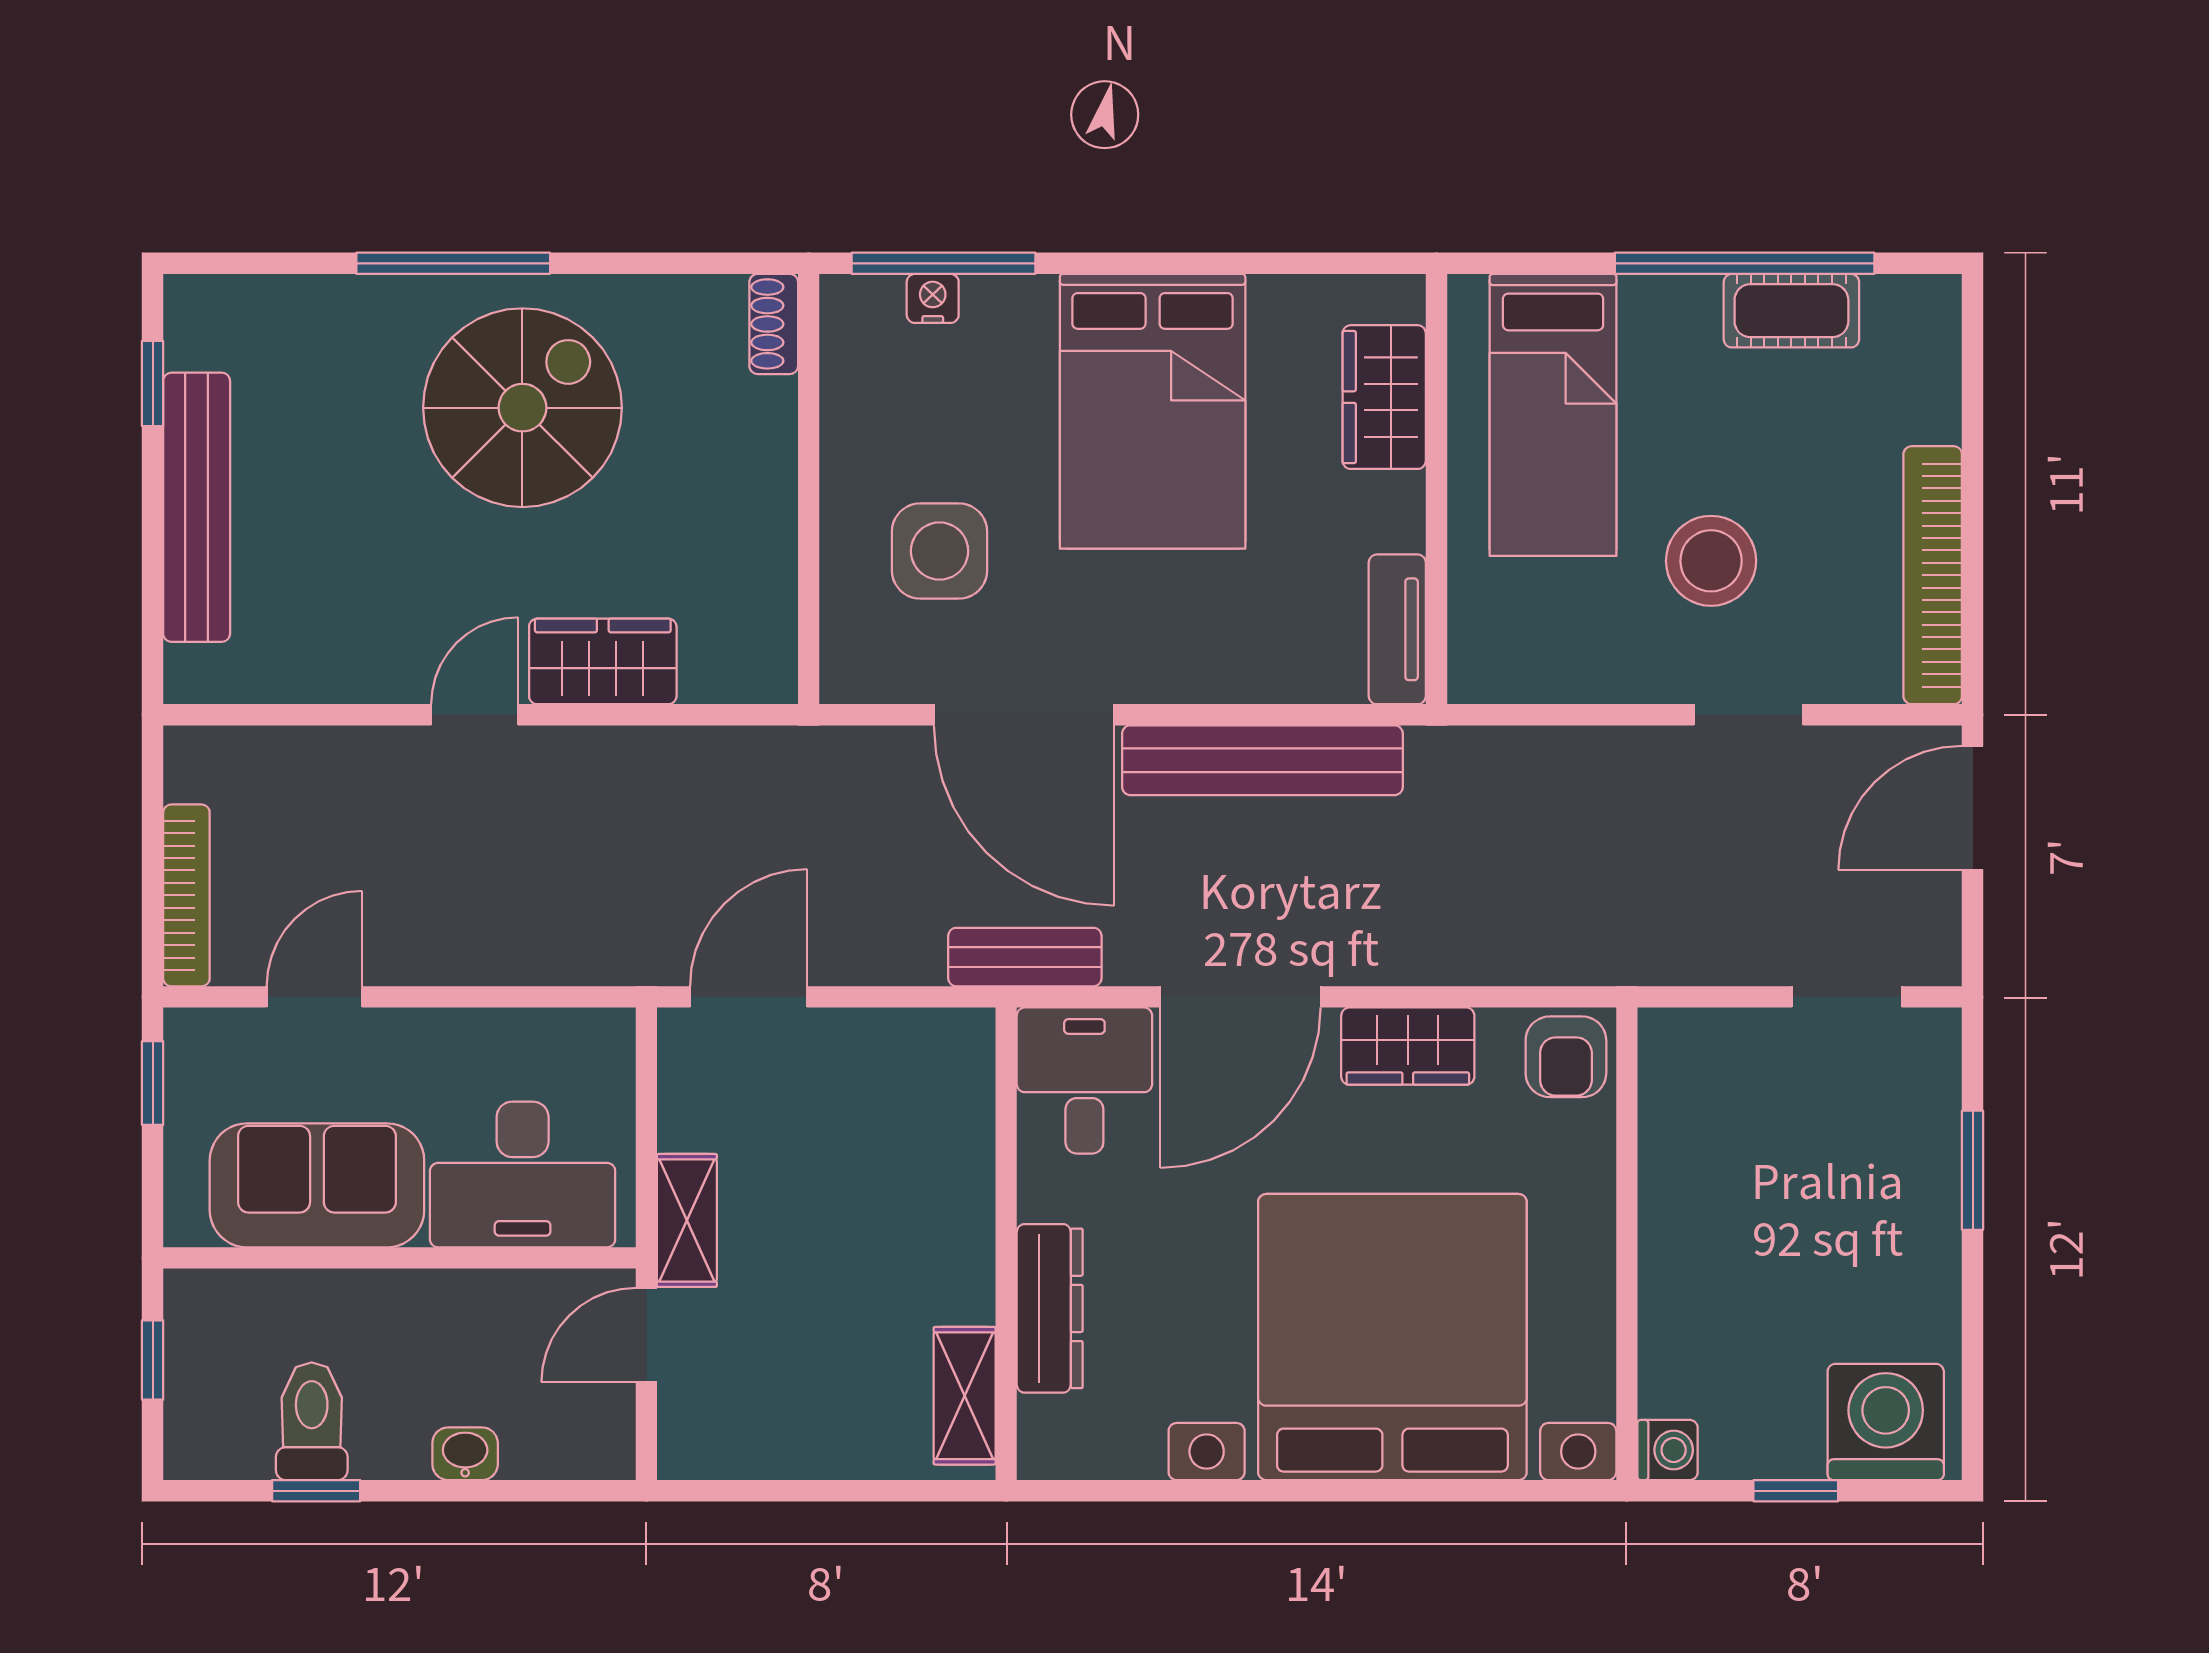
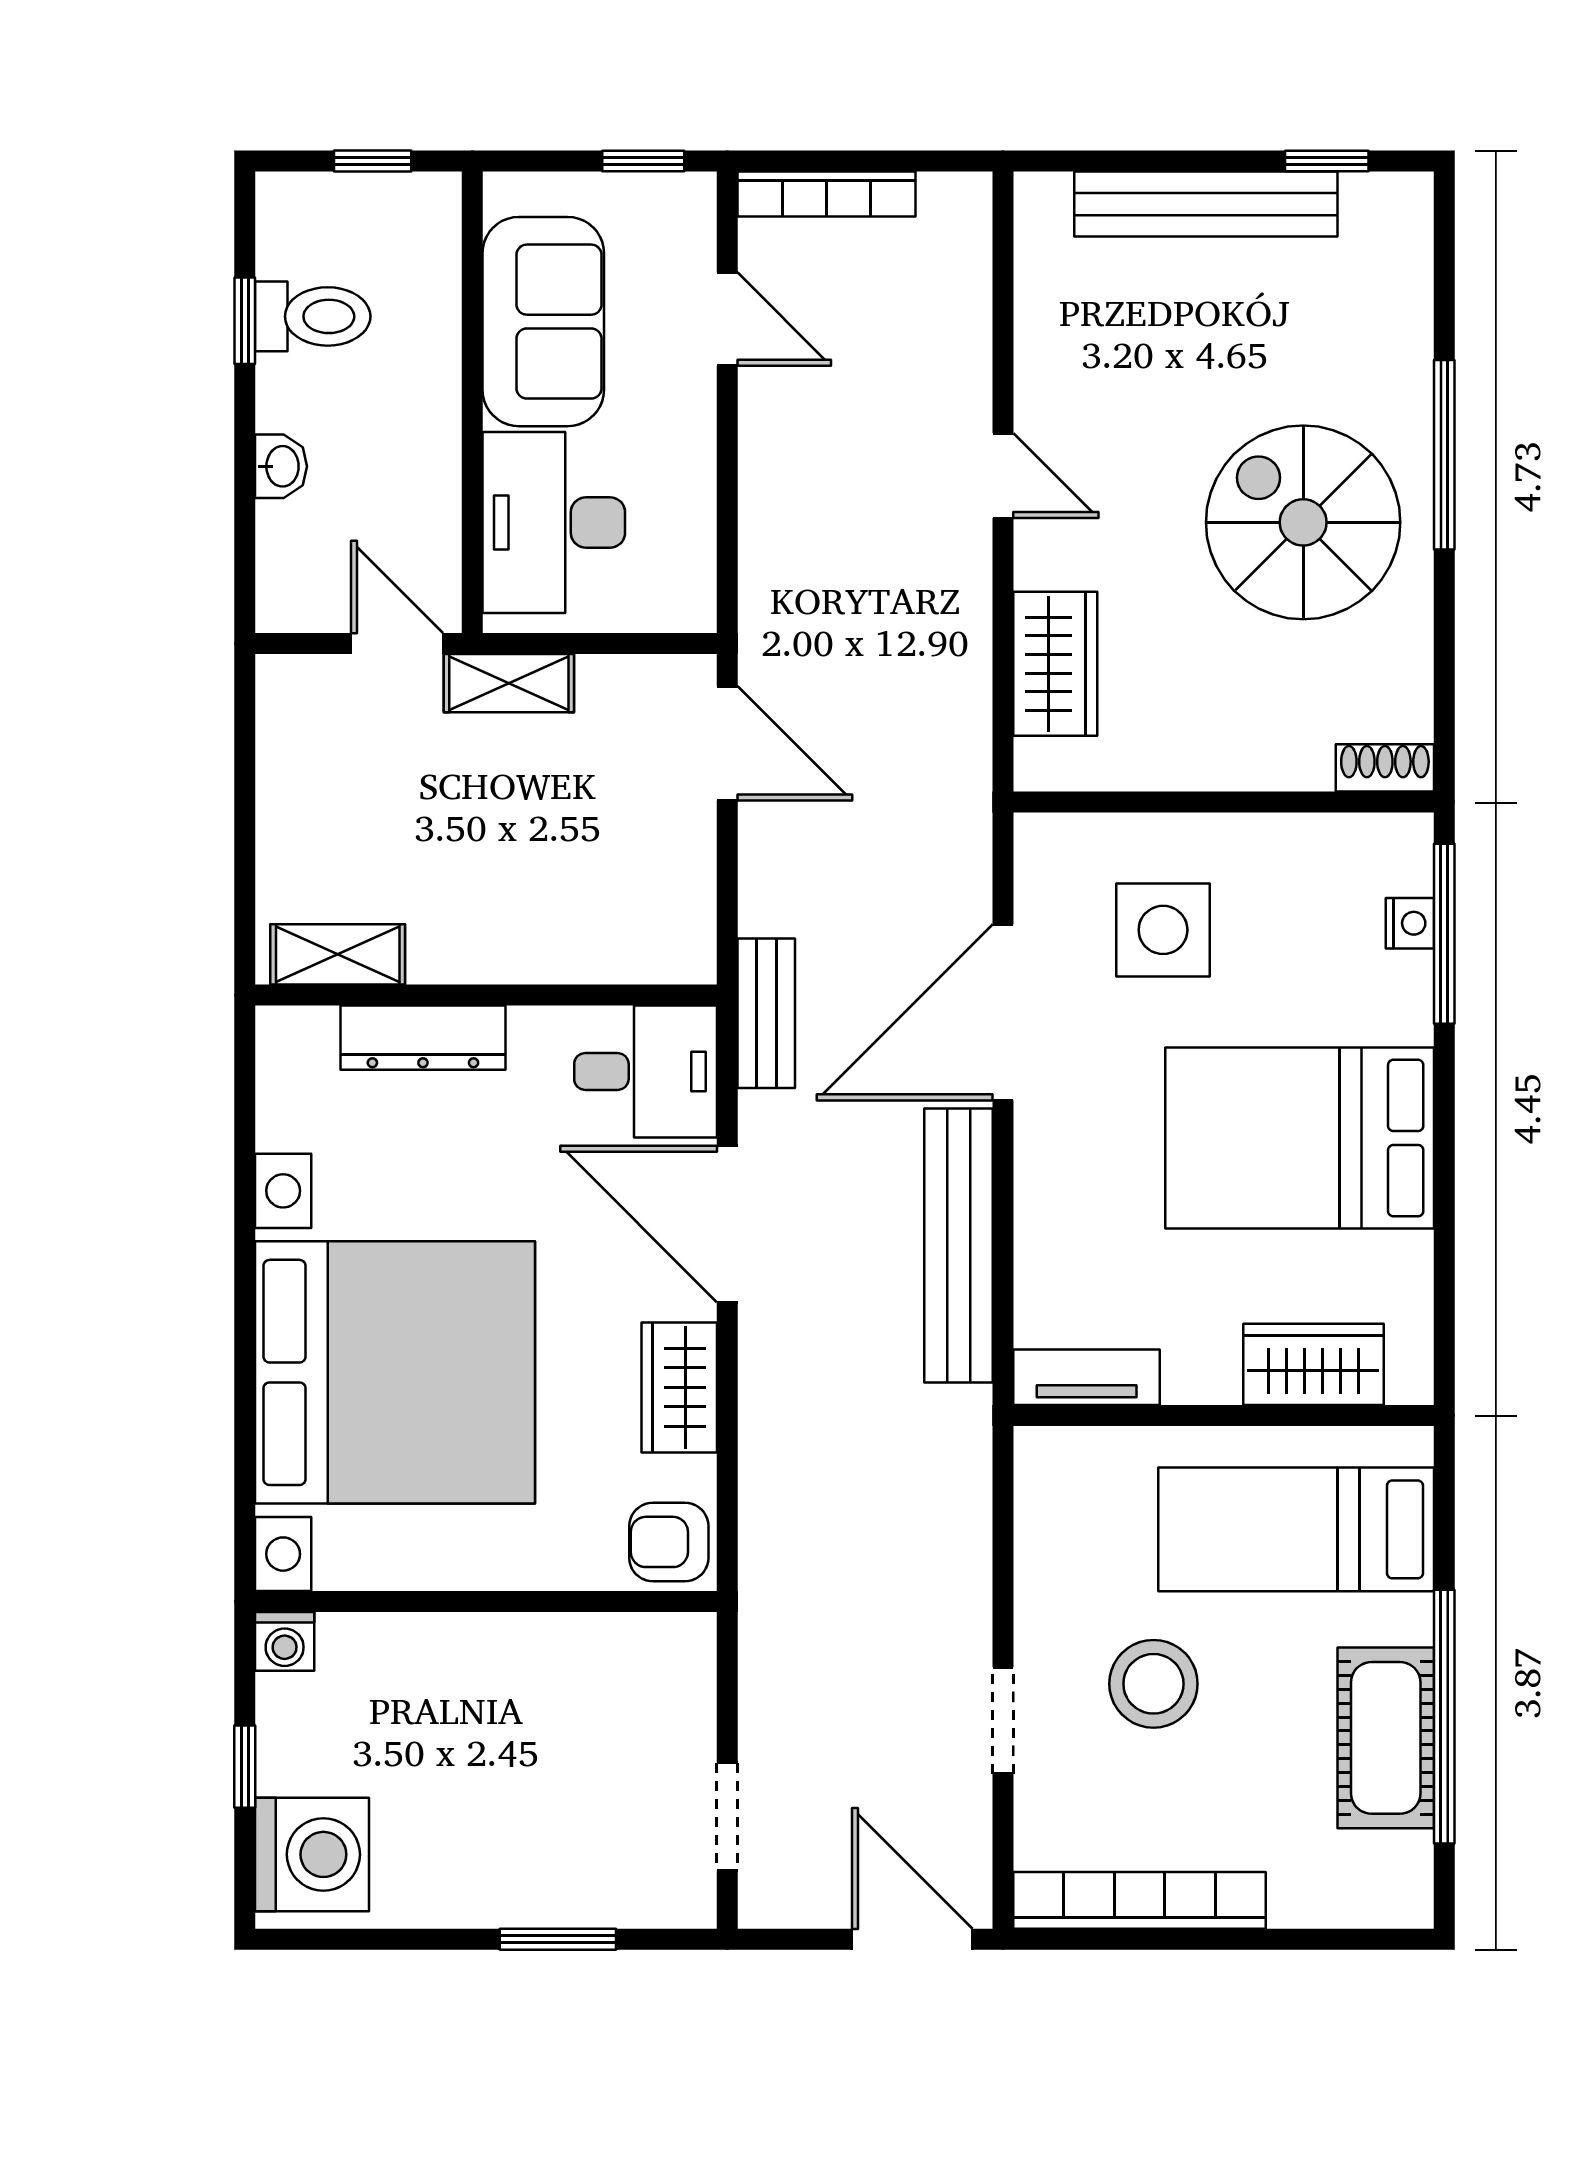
cot: (1791, 311) -> (1386, 1738), width x1.37, depth x1.34
spiral stairs: (522, 408) -> (1303, 522), turned 180
wardrobe: (603, 661) -> (1055, 664), moved

